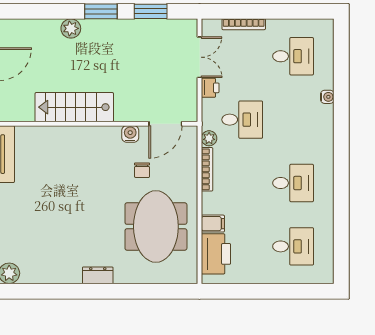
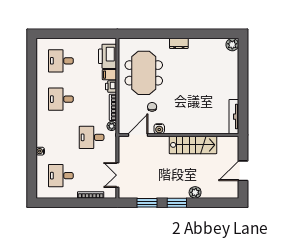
printer: (210, 88) -> (111, 86), moved

